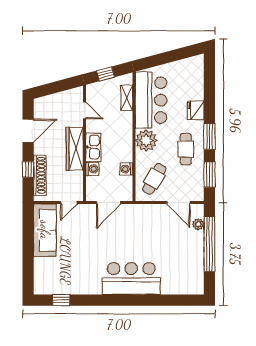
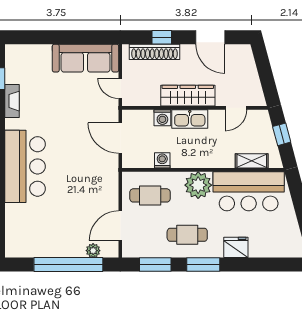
cafe table: (154, 179) -> (150, 195), turned -30
fireplace: (79, 289) -> (12, 101), added

